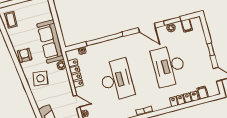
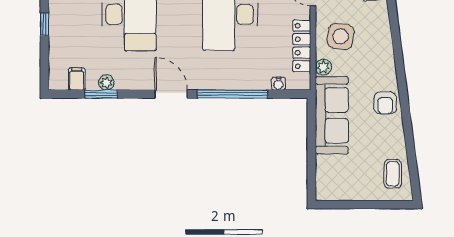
door: (147, 28) -> (171, 94), moved
side table: (40, 78) -> (341, 36), moved

